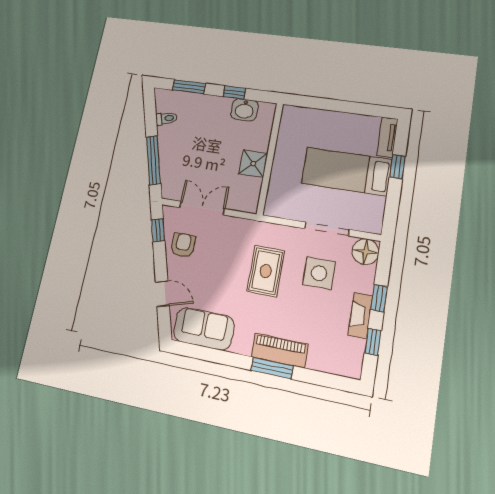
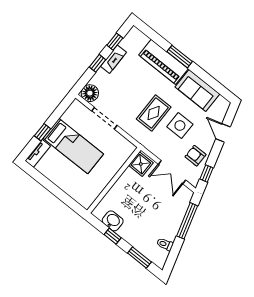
shower: (253, 164) -> (141, 164), moved
armchair: (183, 245) -> (195, 156), turned 90
side table: (319, 273) -> (180, 126), moved
sofa: (204, 329) -> (197, 90), moved
piano: (280, 350) -> (163, 62), width x1.37, depth x1.33

